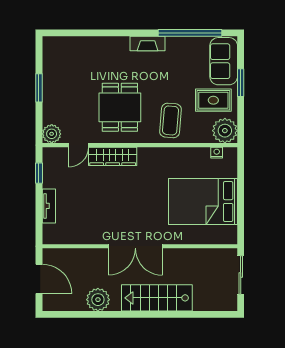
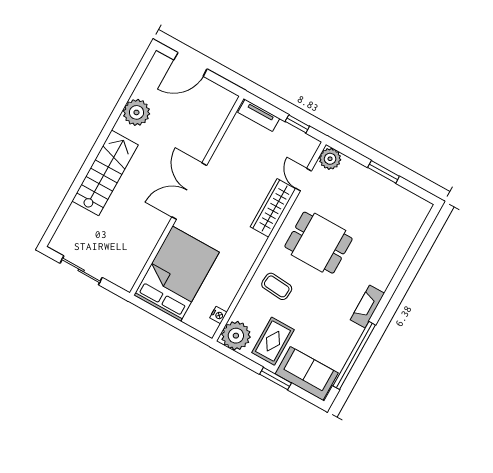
coffee table: (171, 120) -> (277, 286), width x0.73, depth x0.77
double door: (135, 246) -> (189, 191), moved
wall: (140, 246) -> (187, 196), moved

